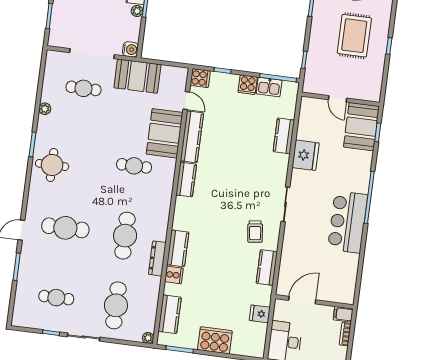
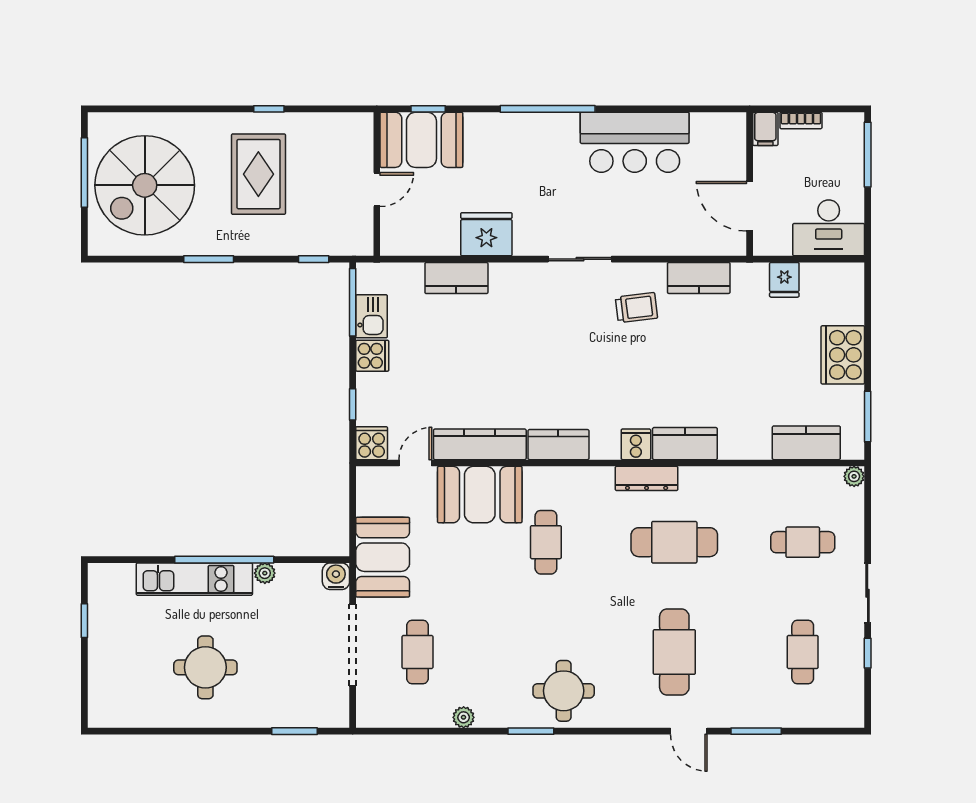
rug: (354, 36) -> (258, 174), turned 90
bar counter: (348, 222) -> (635, 142), moved
dresser: (157, 258) -> (647, 478), moved
cooker: (174, 275) -> (636, 444), moved
cafe table: (116, 305) -> (803, 542), width x0.73, depth x0.74

